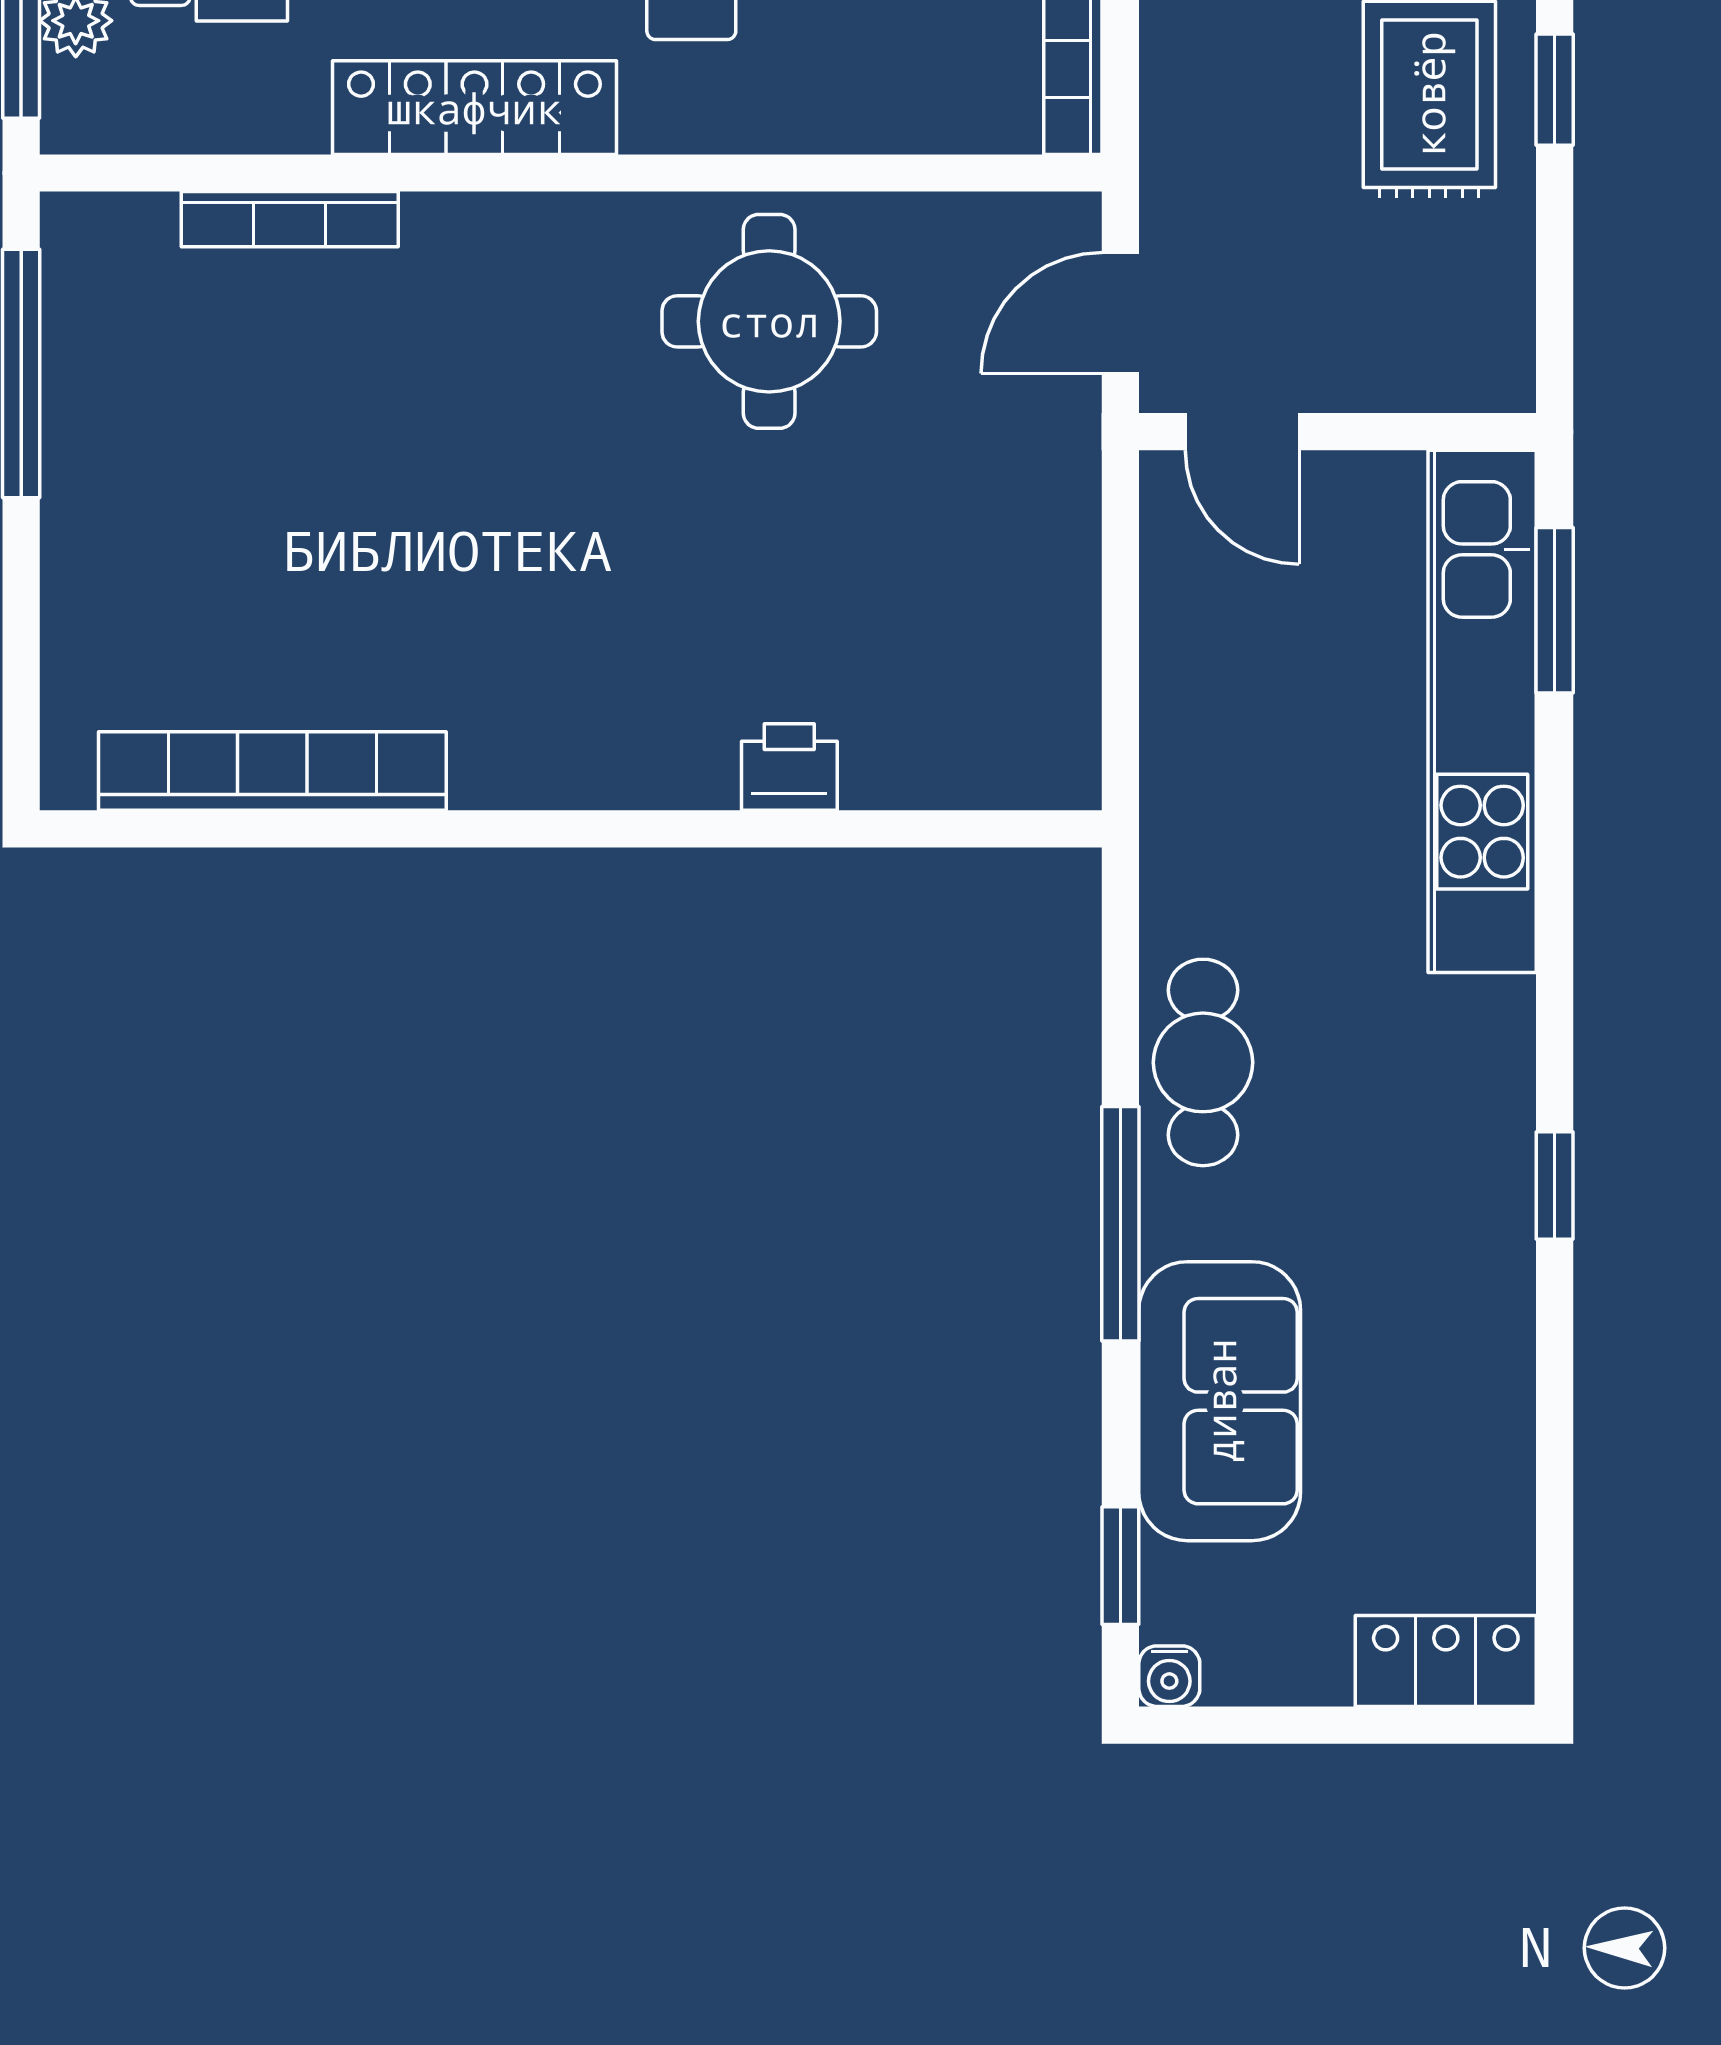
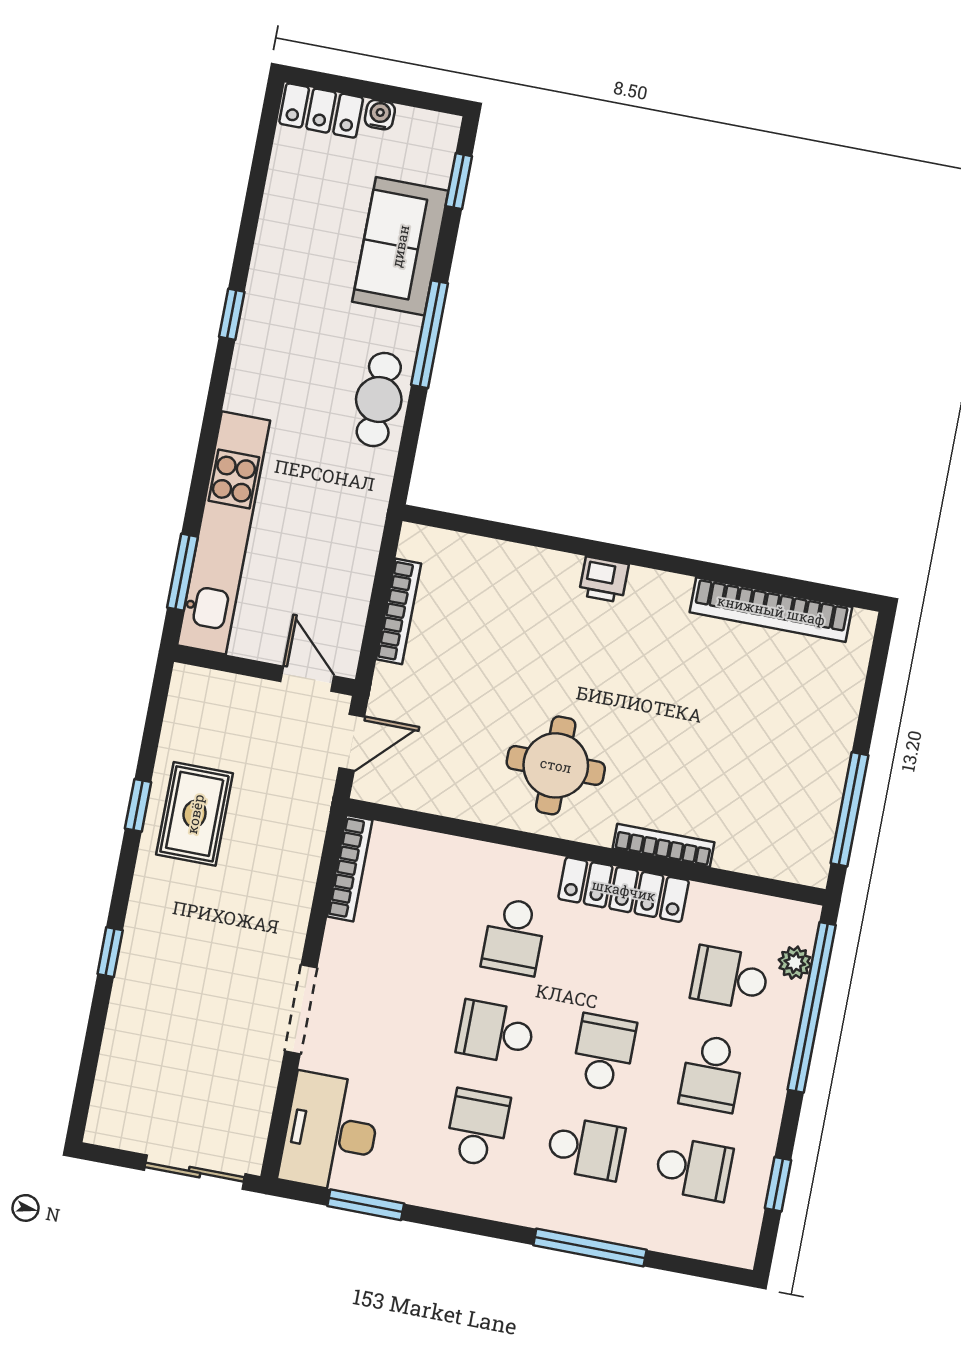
bookcase: (290, 219) -> (663, 845), moved
round table: (769, 321) -> (556, 765), moved
bookcase: (1073, 614) -> (399, 611), added
printer: (789, 767) -> (604, 580), moved
water cooler: (1169, 1676) -> (380, 115), moved

